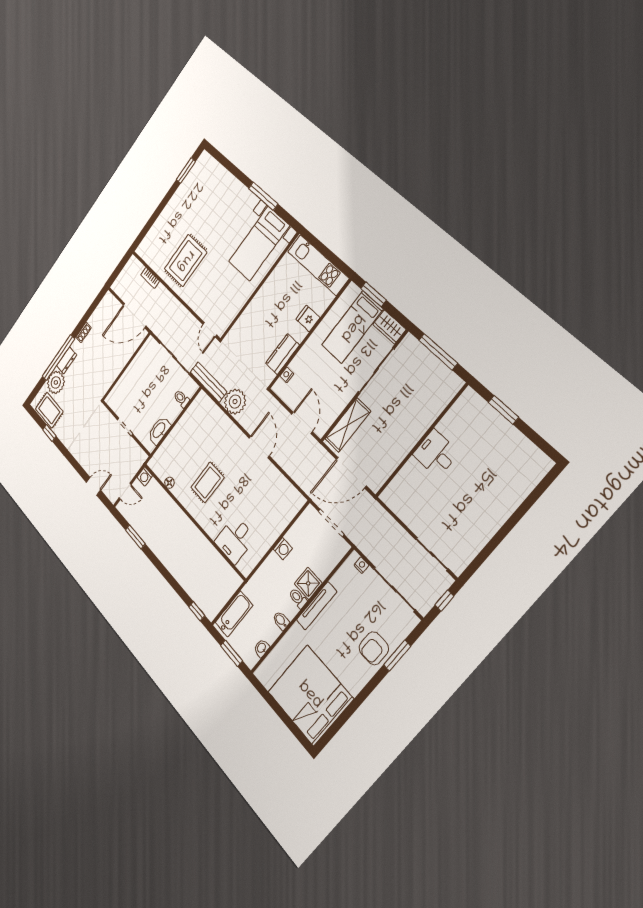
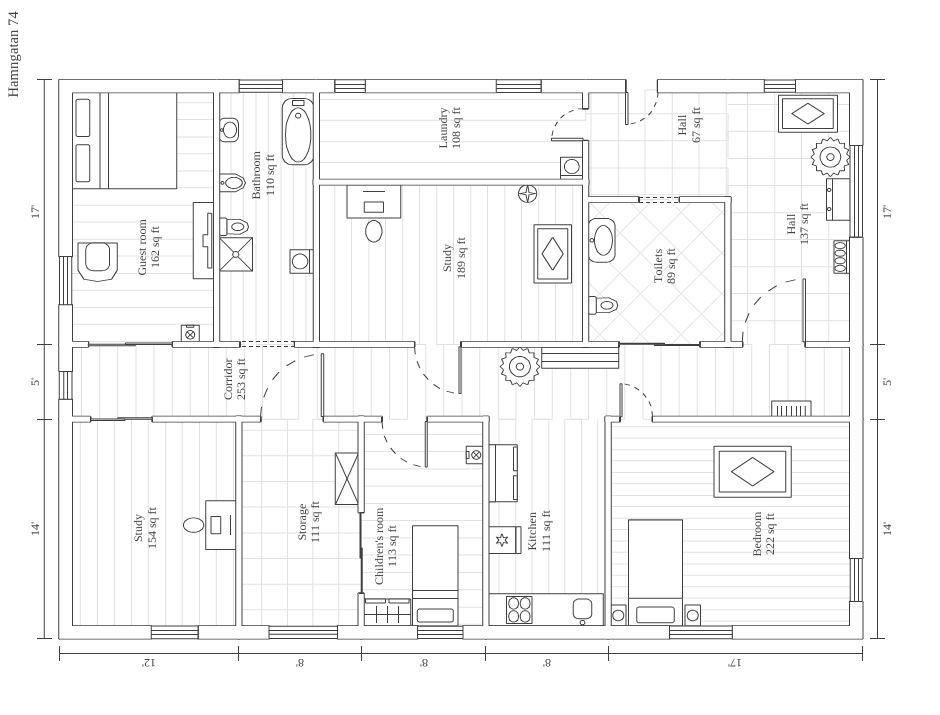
rug: (186, 261) -> (753, 472), turned 90
shelving: (348, 425) -> (347, 479), width x0.67, depth x0.75
rug: (208, 483) -> (553, 254), moved

